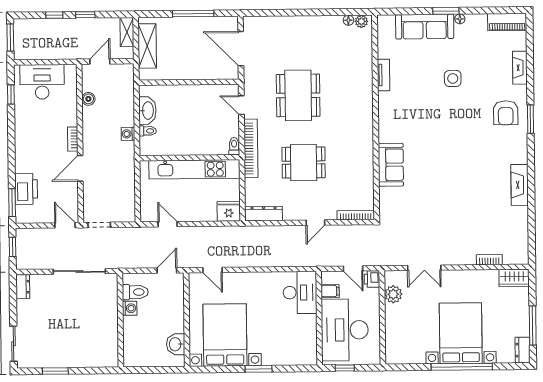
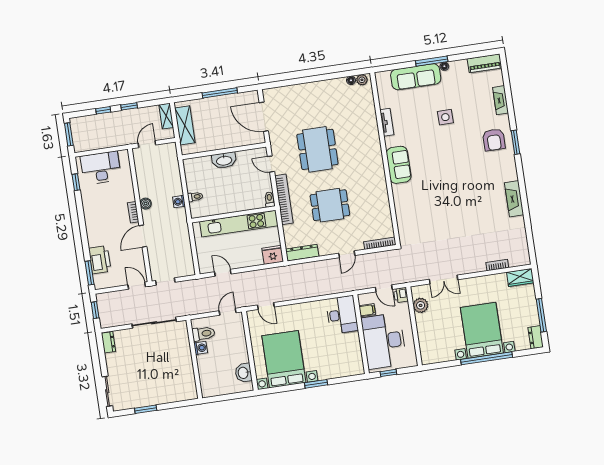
window: (446, 11) -> (432, 61), width x1.44
boiler: (88, 99) -> (146, 204), moved
washbasin: (147, 111) -> (224, 160), moved, turned 90
sofa: (391, 165) -> (399, 165), moved

